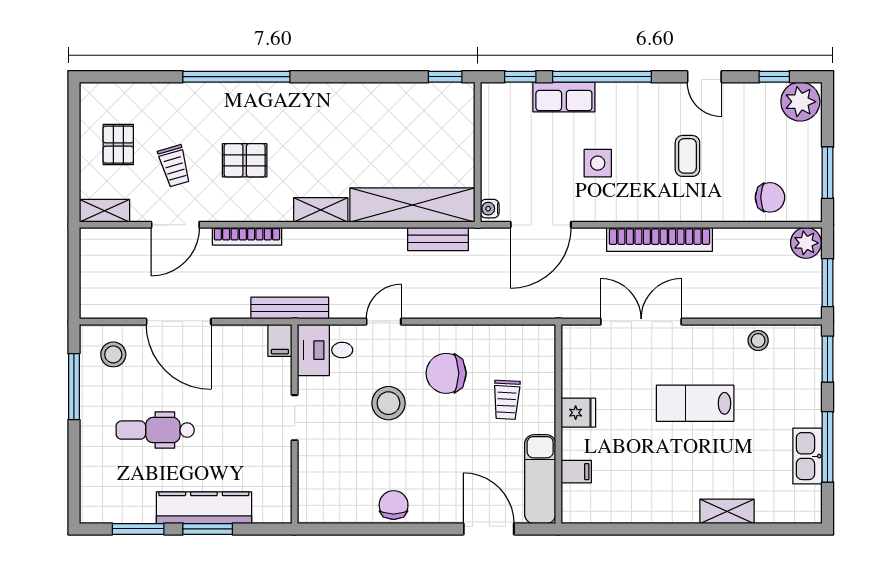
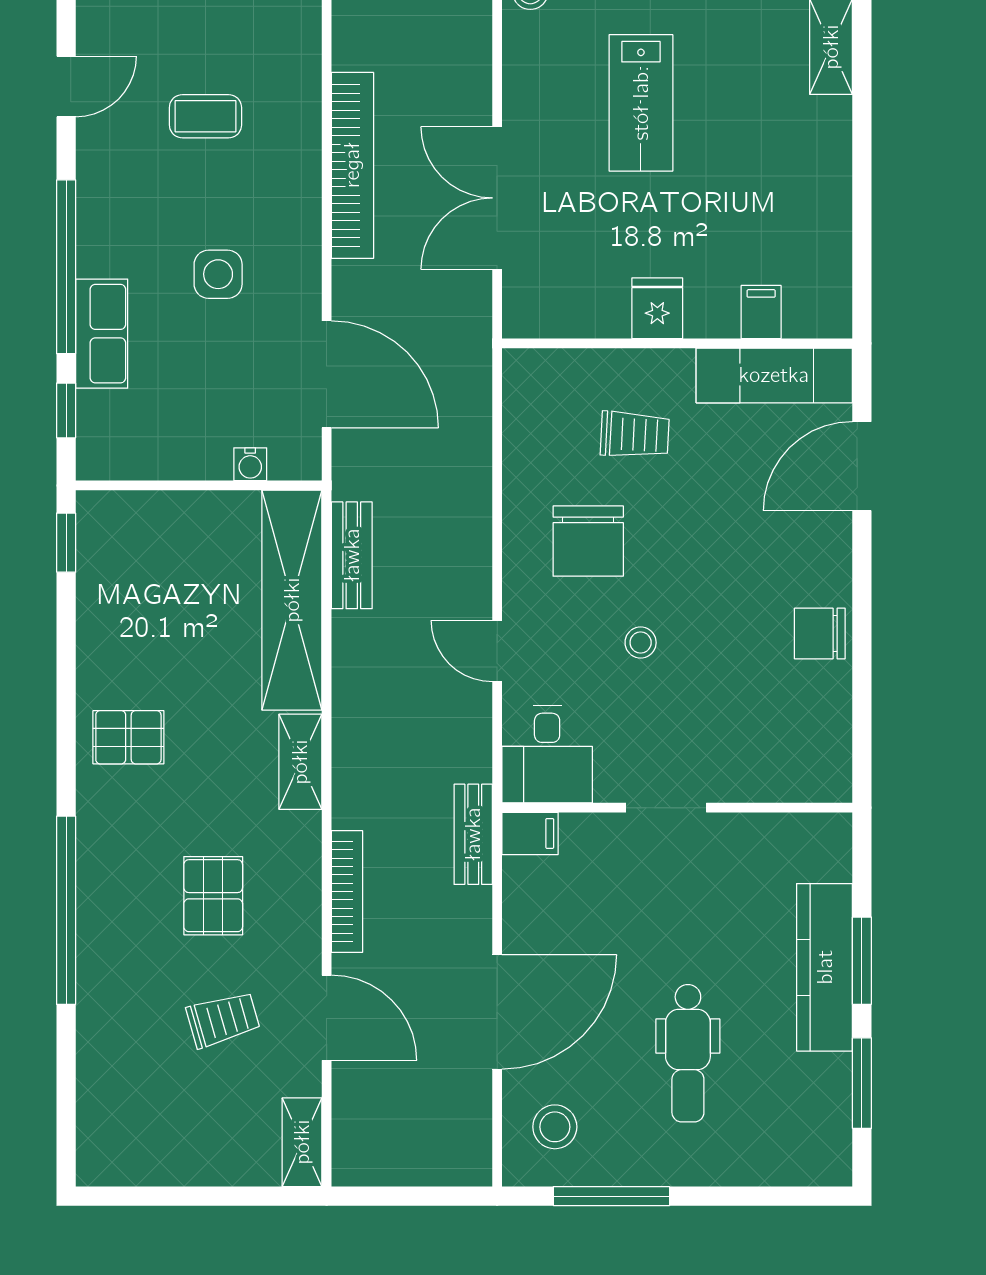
pallet: (118, 145) -> (128, 737), moved
water cooler: (490, 209) -> (250, 464), moved
bench: (290, 308) -> (473, 834), width x0.73
stool: (388, 403) -> (641, 643), width x0.53, depth x0.53

